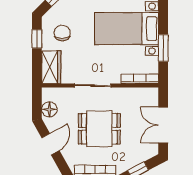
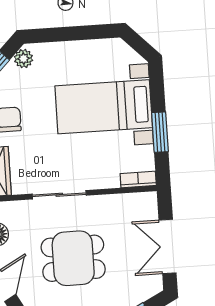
bookcase: (140, 79) -> (138, 180), width x0.64

